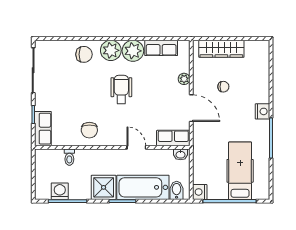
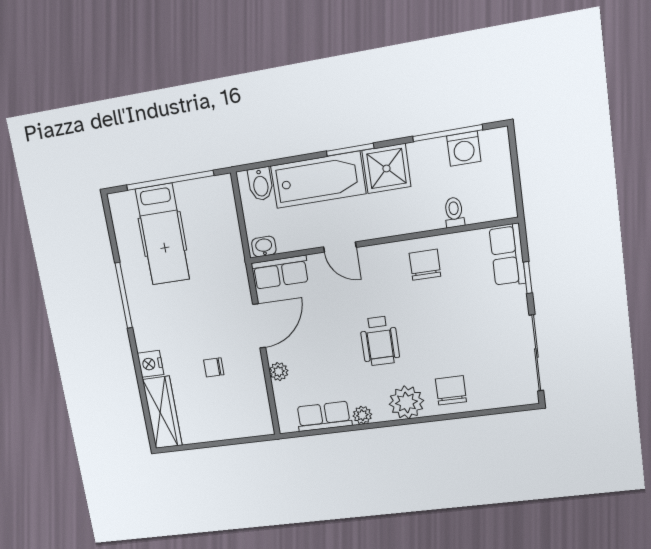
wardrobe: (221, 49) -> (162, 412), moved, turned 90
plant: (133, 51) -> (362, 415), width x0.53, depth x0.53
chair: (84, 54) -> (451, 390), turned 90
door: (191, 108) -> (259, 326), swing flipped
nightstand: (262, 111) -> (151, 364), moved
nightstand: (200, 192) -> (221, 188), removed

